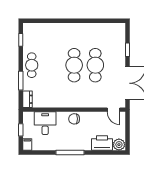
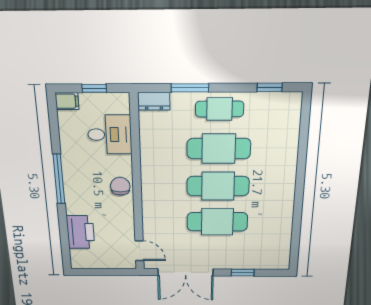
cafe table: (53, 65) -> (219, 149), added
door: (114, 110) -> (139, 251), swing flipped
plant: (119, 145) -> (80, 259), removed

